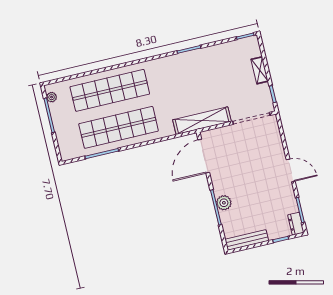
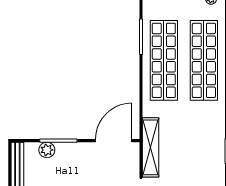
door: (204, 156) -> (114, 141), hinge flipped
plant: (224, 203) -> (47, 150), moved

